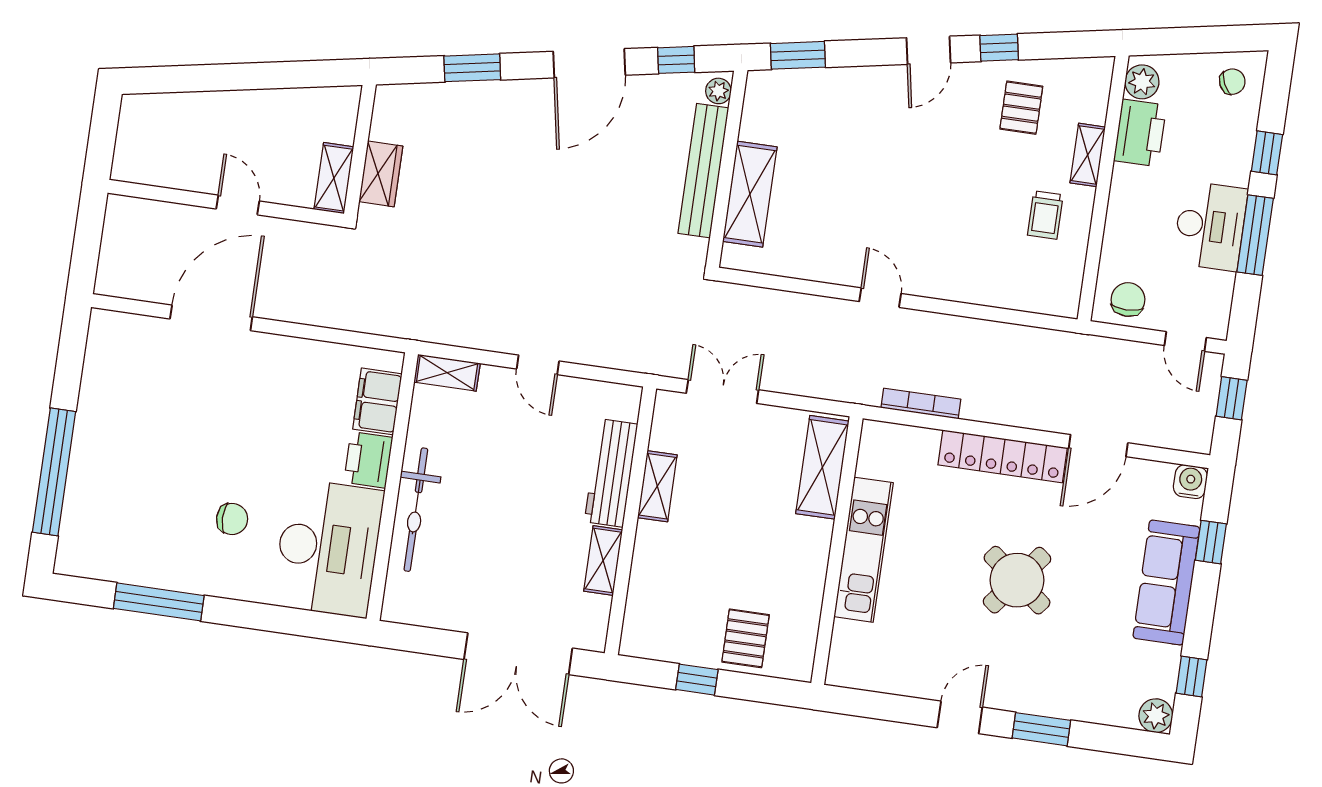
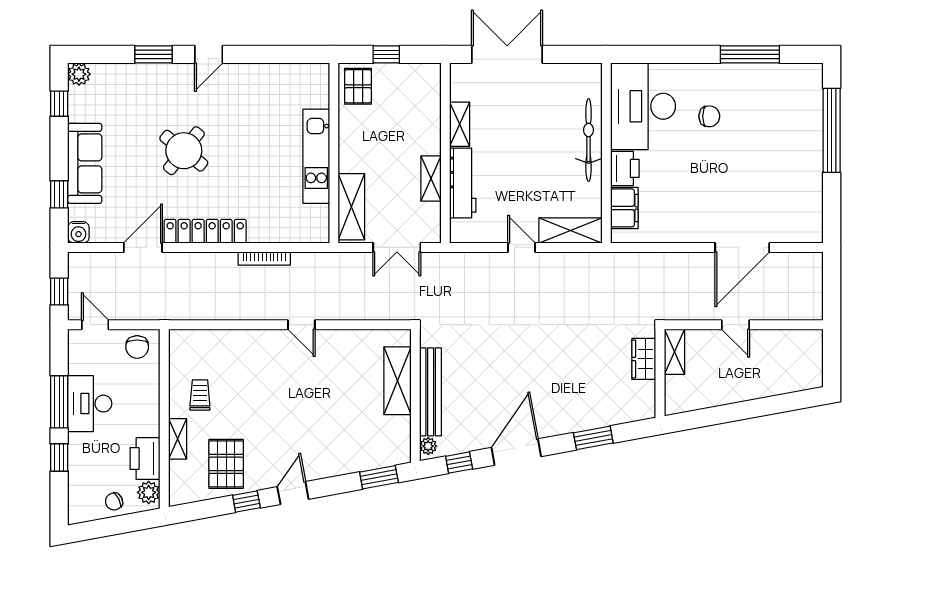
chair: (1232, 82) -> (114, 501), moved
pallet: (1021, 108) -> (226, 464), width x1.50, depth x1.42
shelving: (447, 373) -> (570, 231), width x1.50, depth x1.33
shelving: (822, 467) -> (351, 207), moved
chair: (232, 519) -> (709, 116), turned 180
kitchen unit: (864, 550) -> (316, 156), moved
wall: (837, 551) -> (334, 153), moved

